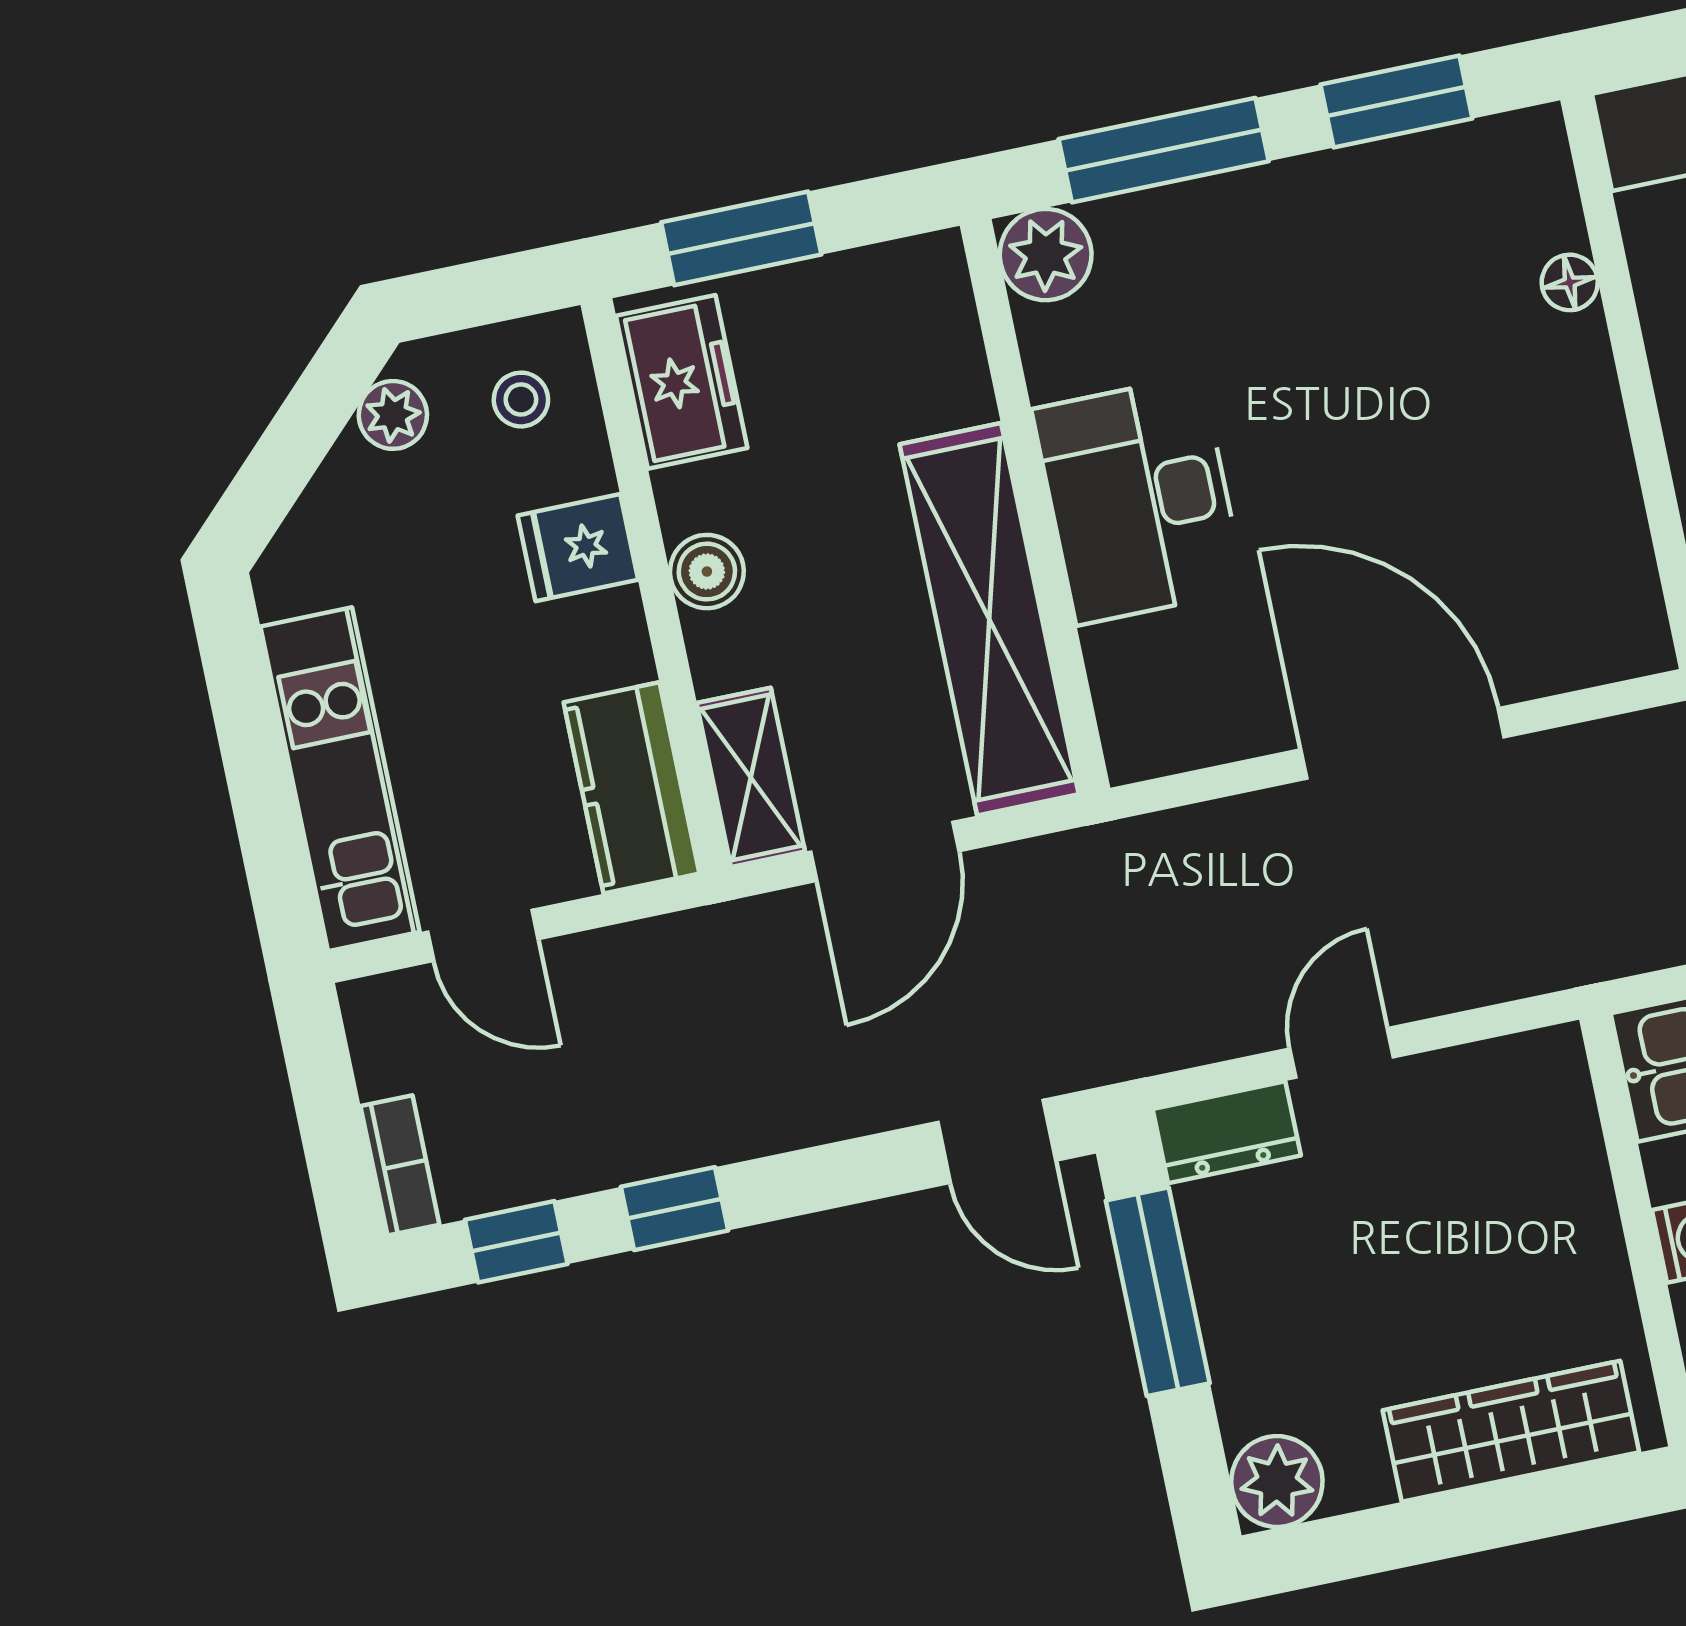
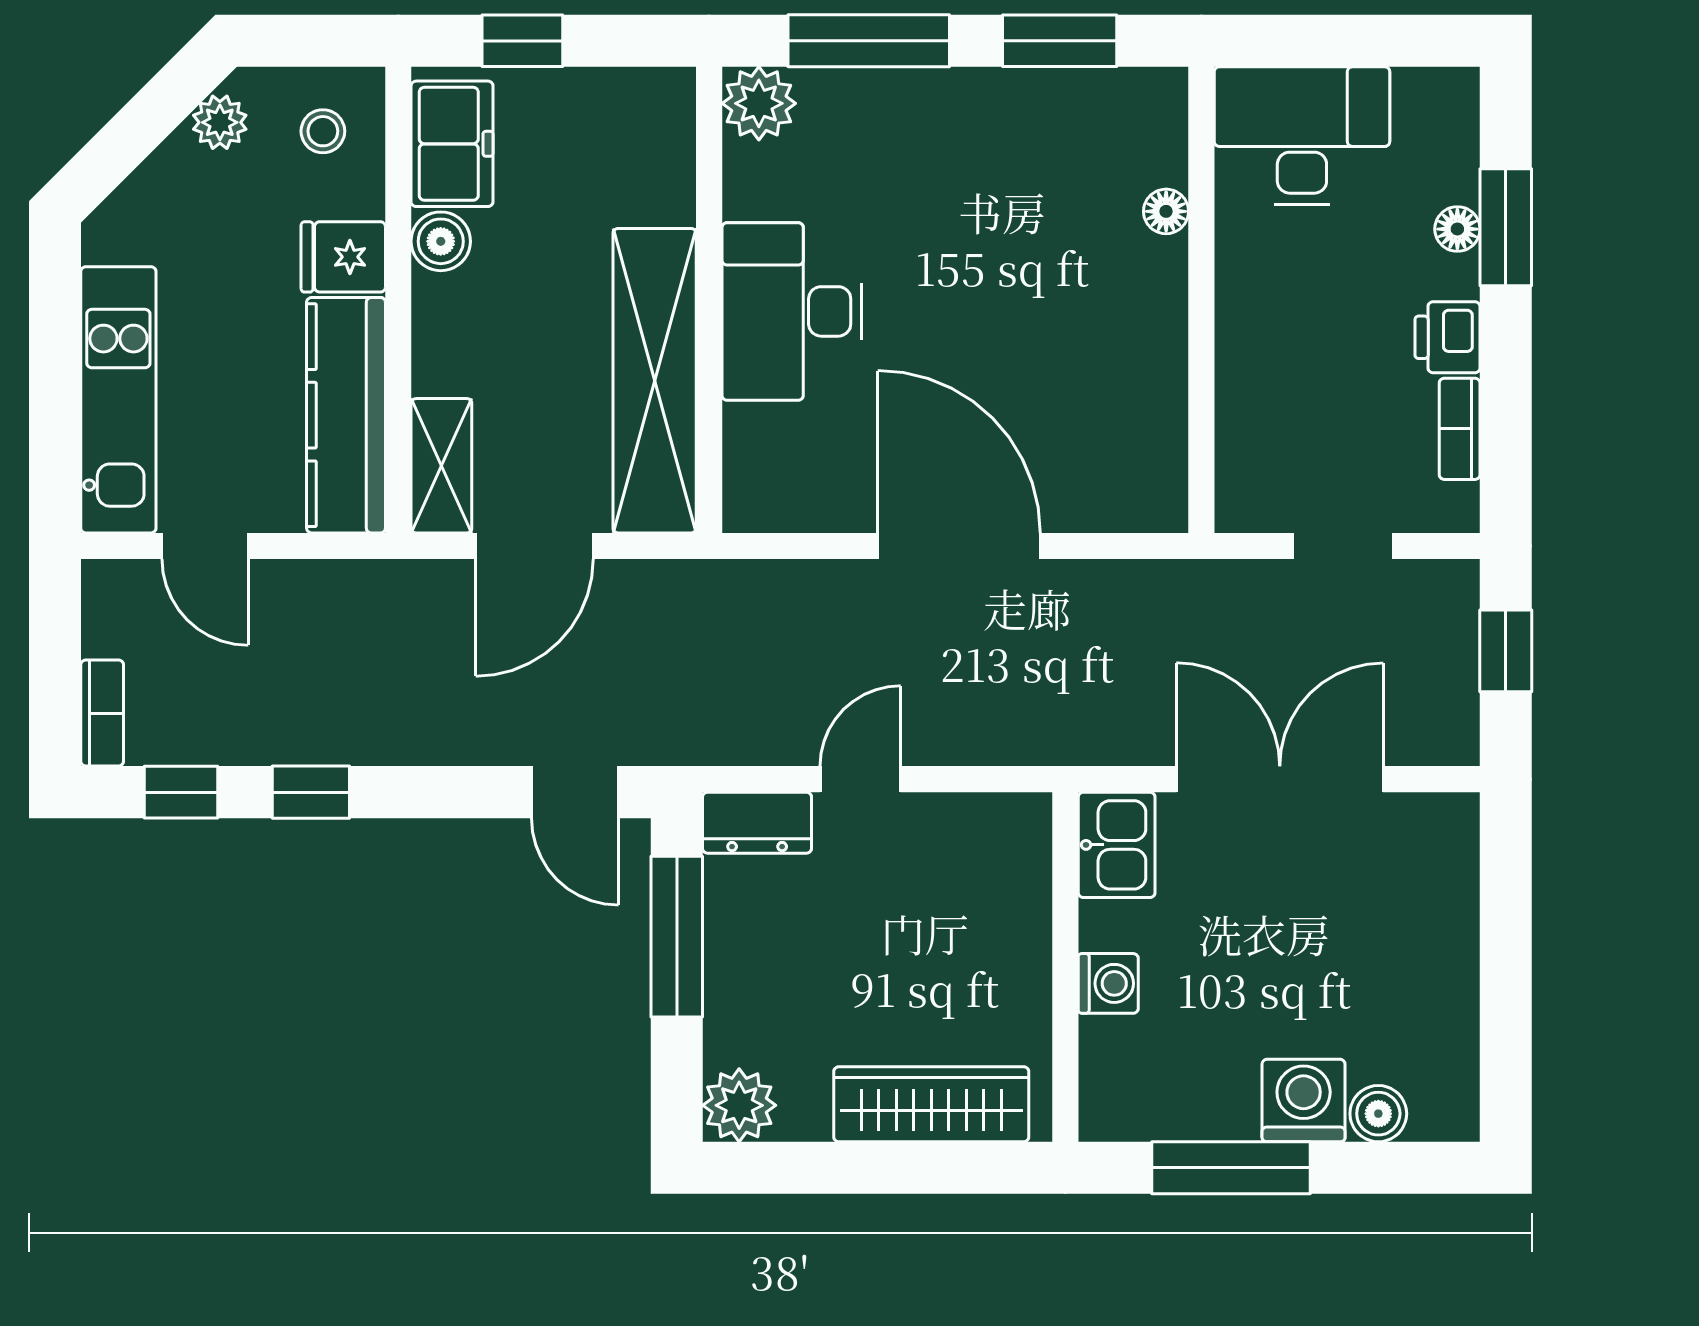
window: (741, 238) -> (522, 41), width x0.67
boiler: (707, 572) -> (441, 241), moved
kitchen counter: (632, 788) -> (346, 415), width x1.50

